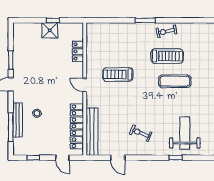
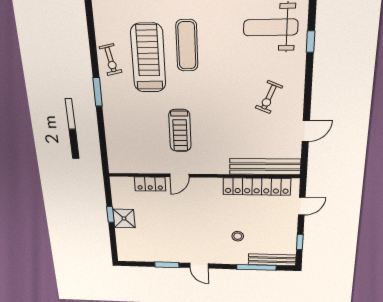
treadmill: (167, 56) -> (148, 58), width x1.37, depth x1.38
door: (85, 85) -> (179, 175), moved
bench: (18, 120) -> (272, 260), moved

